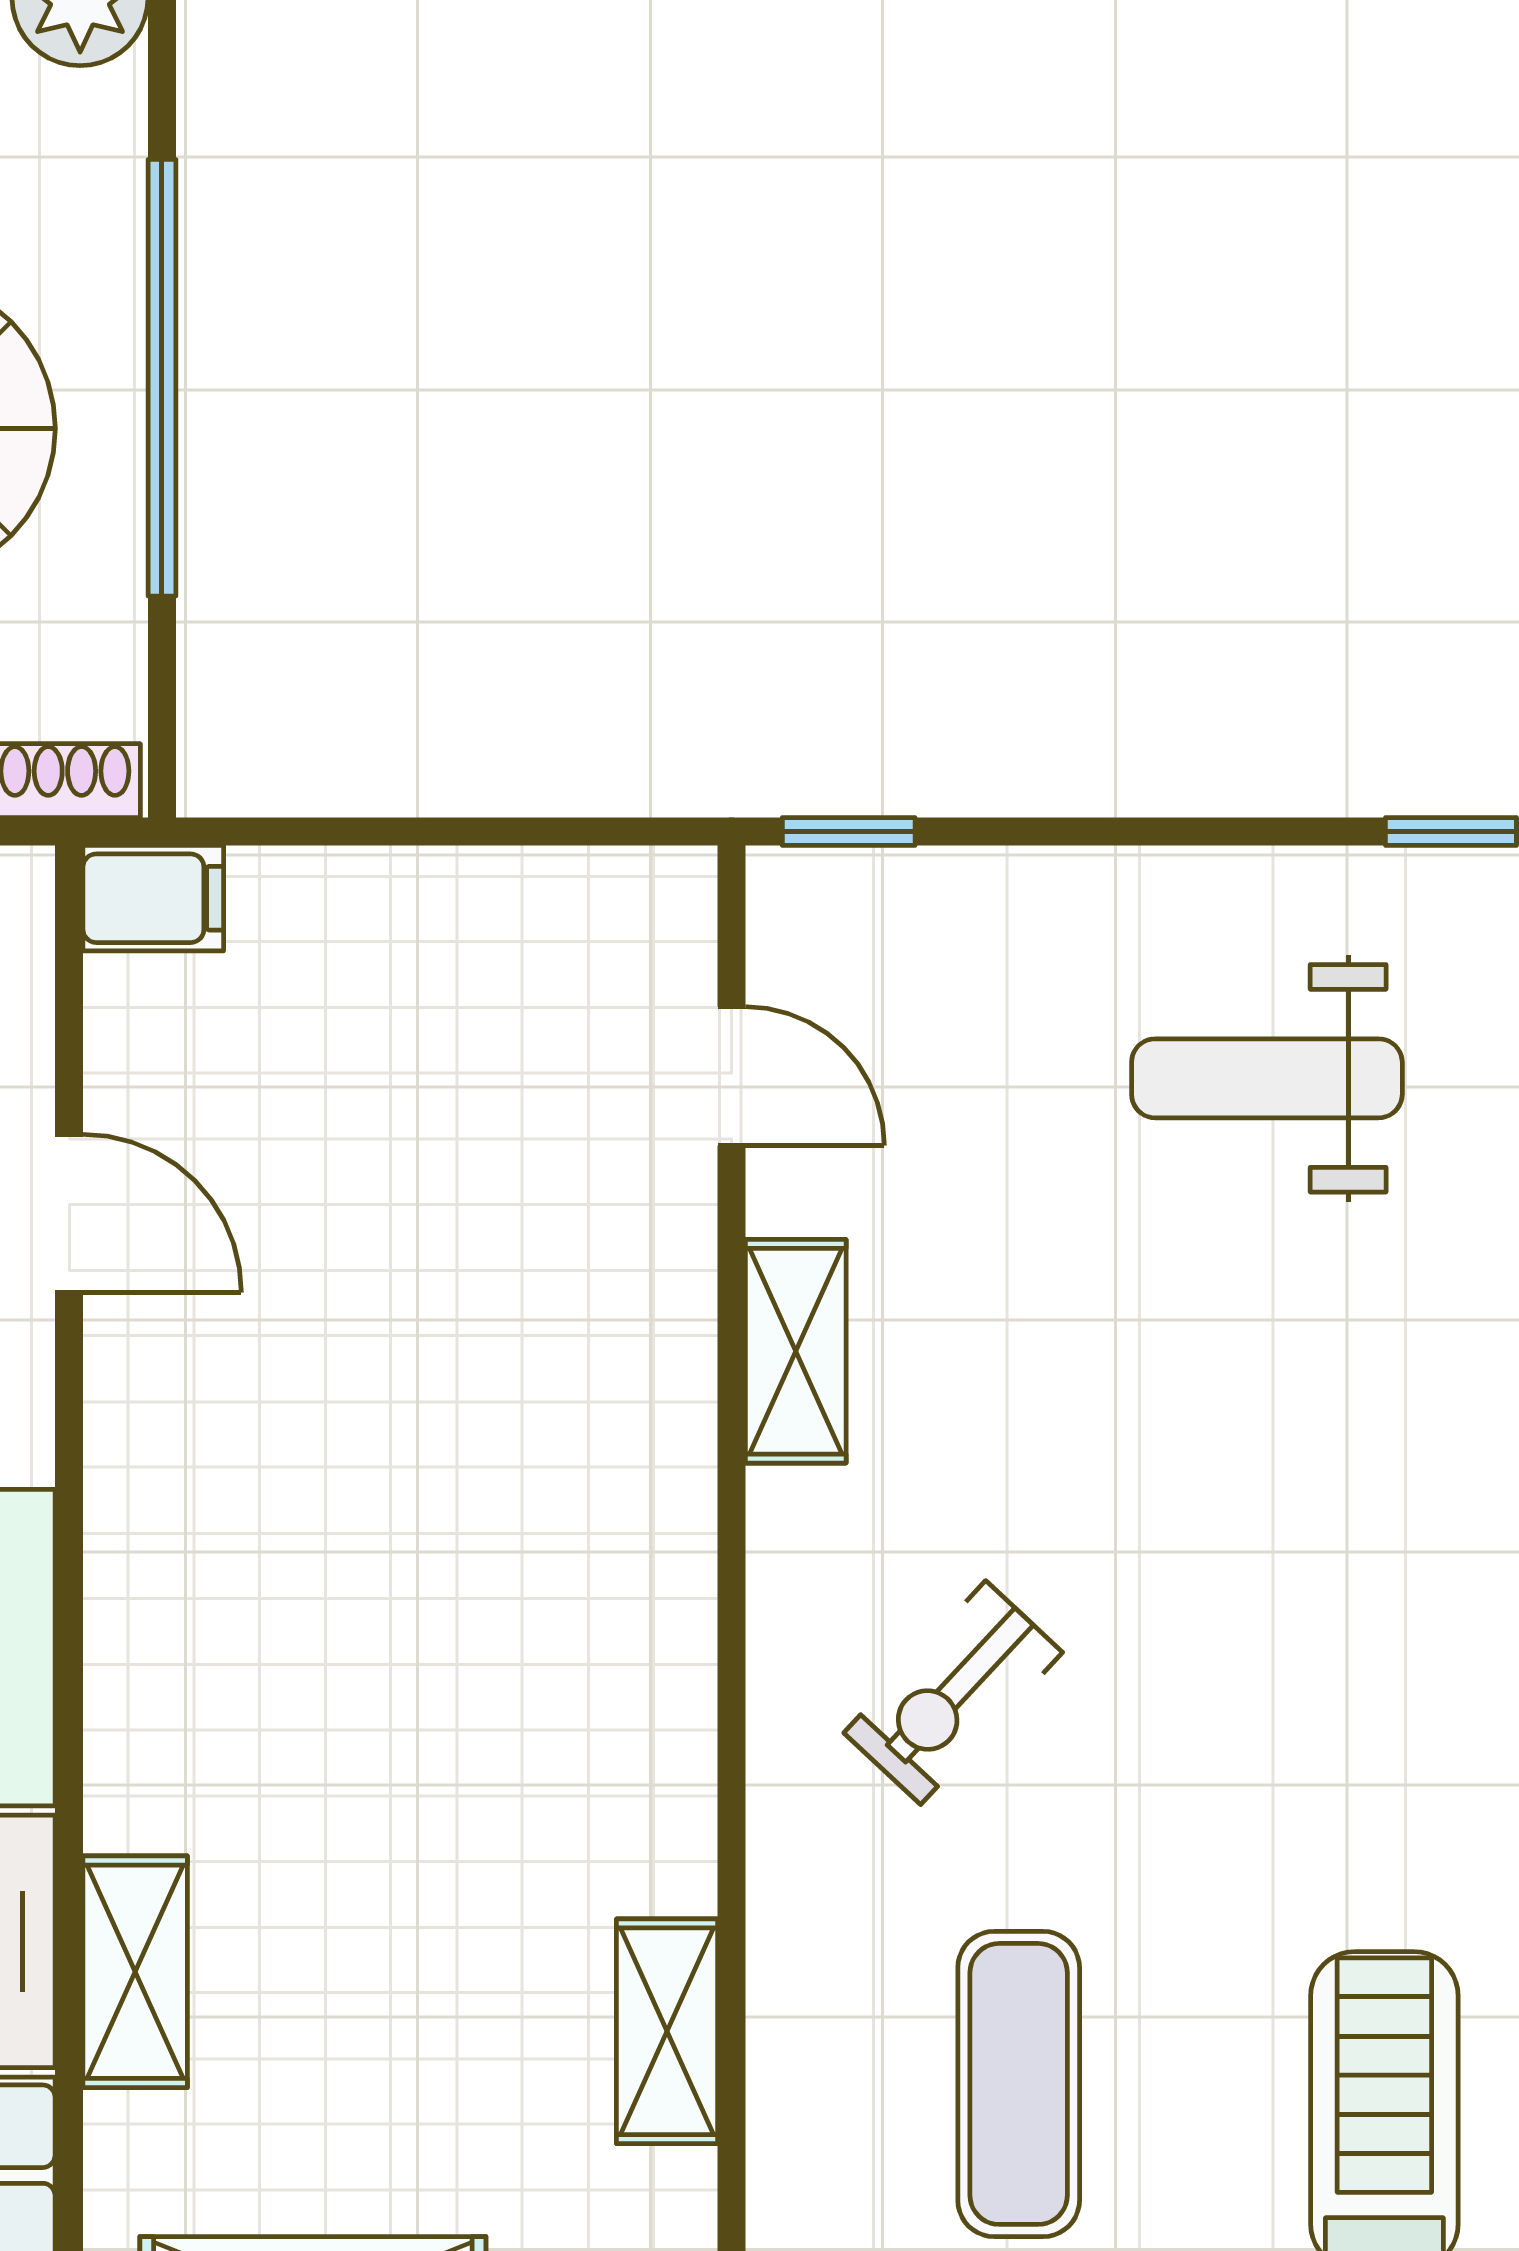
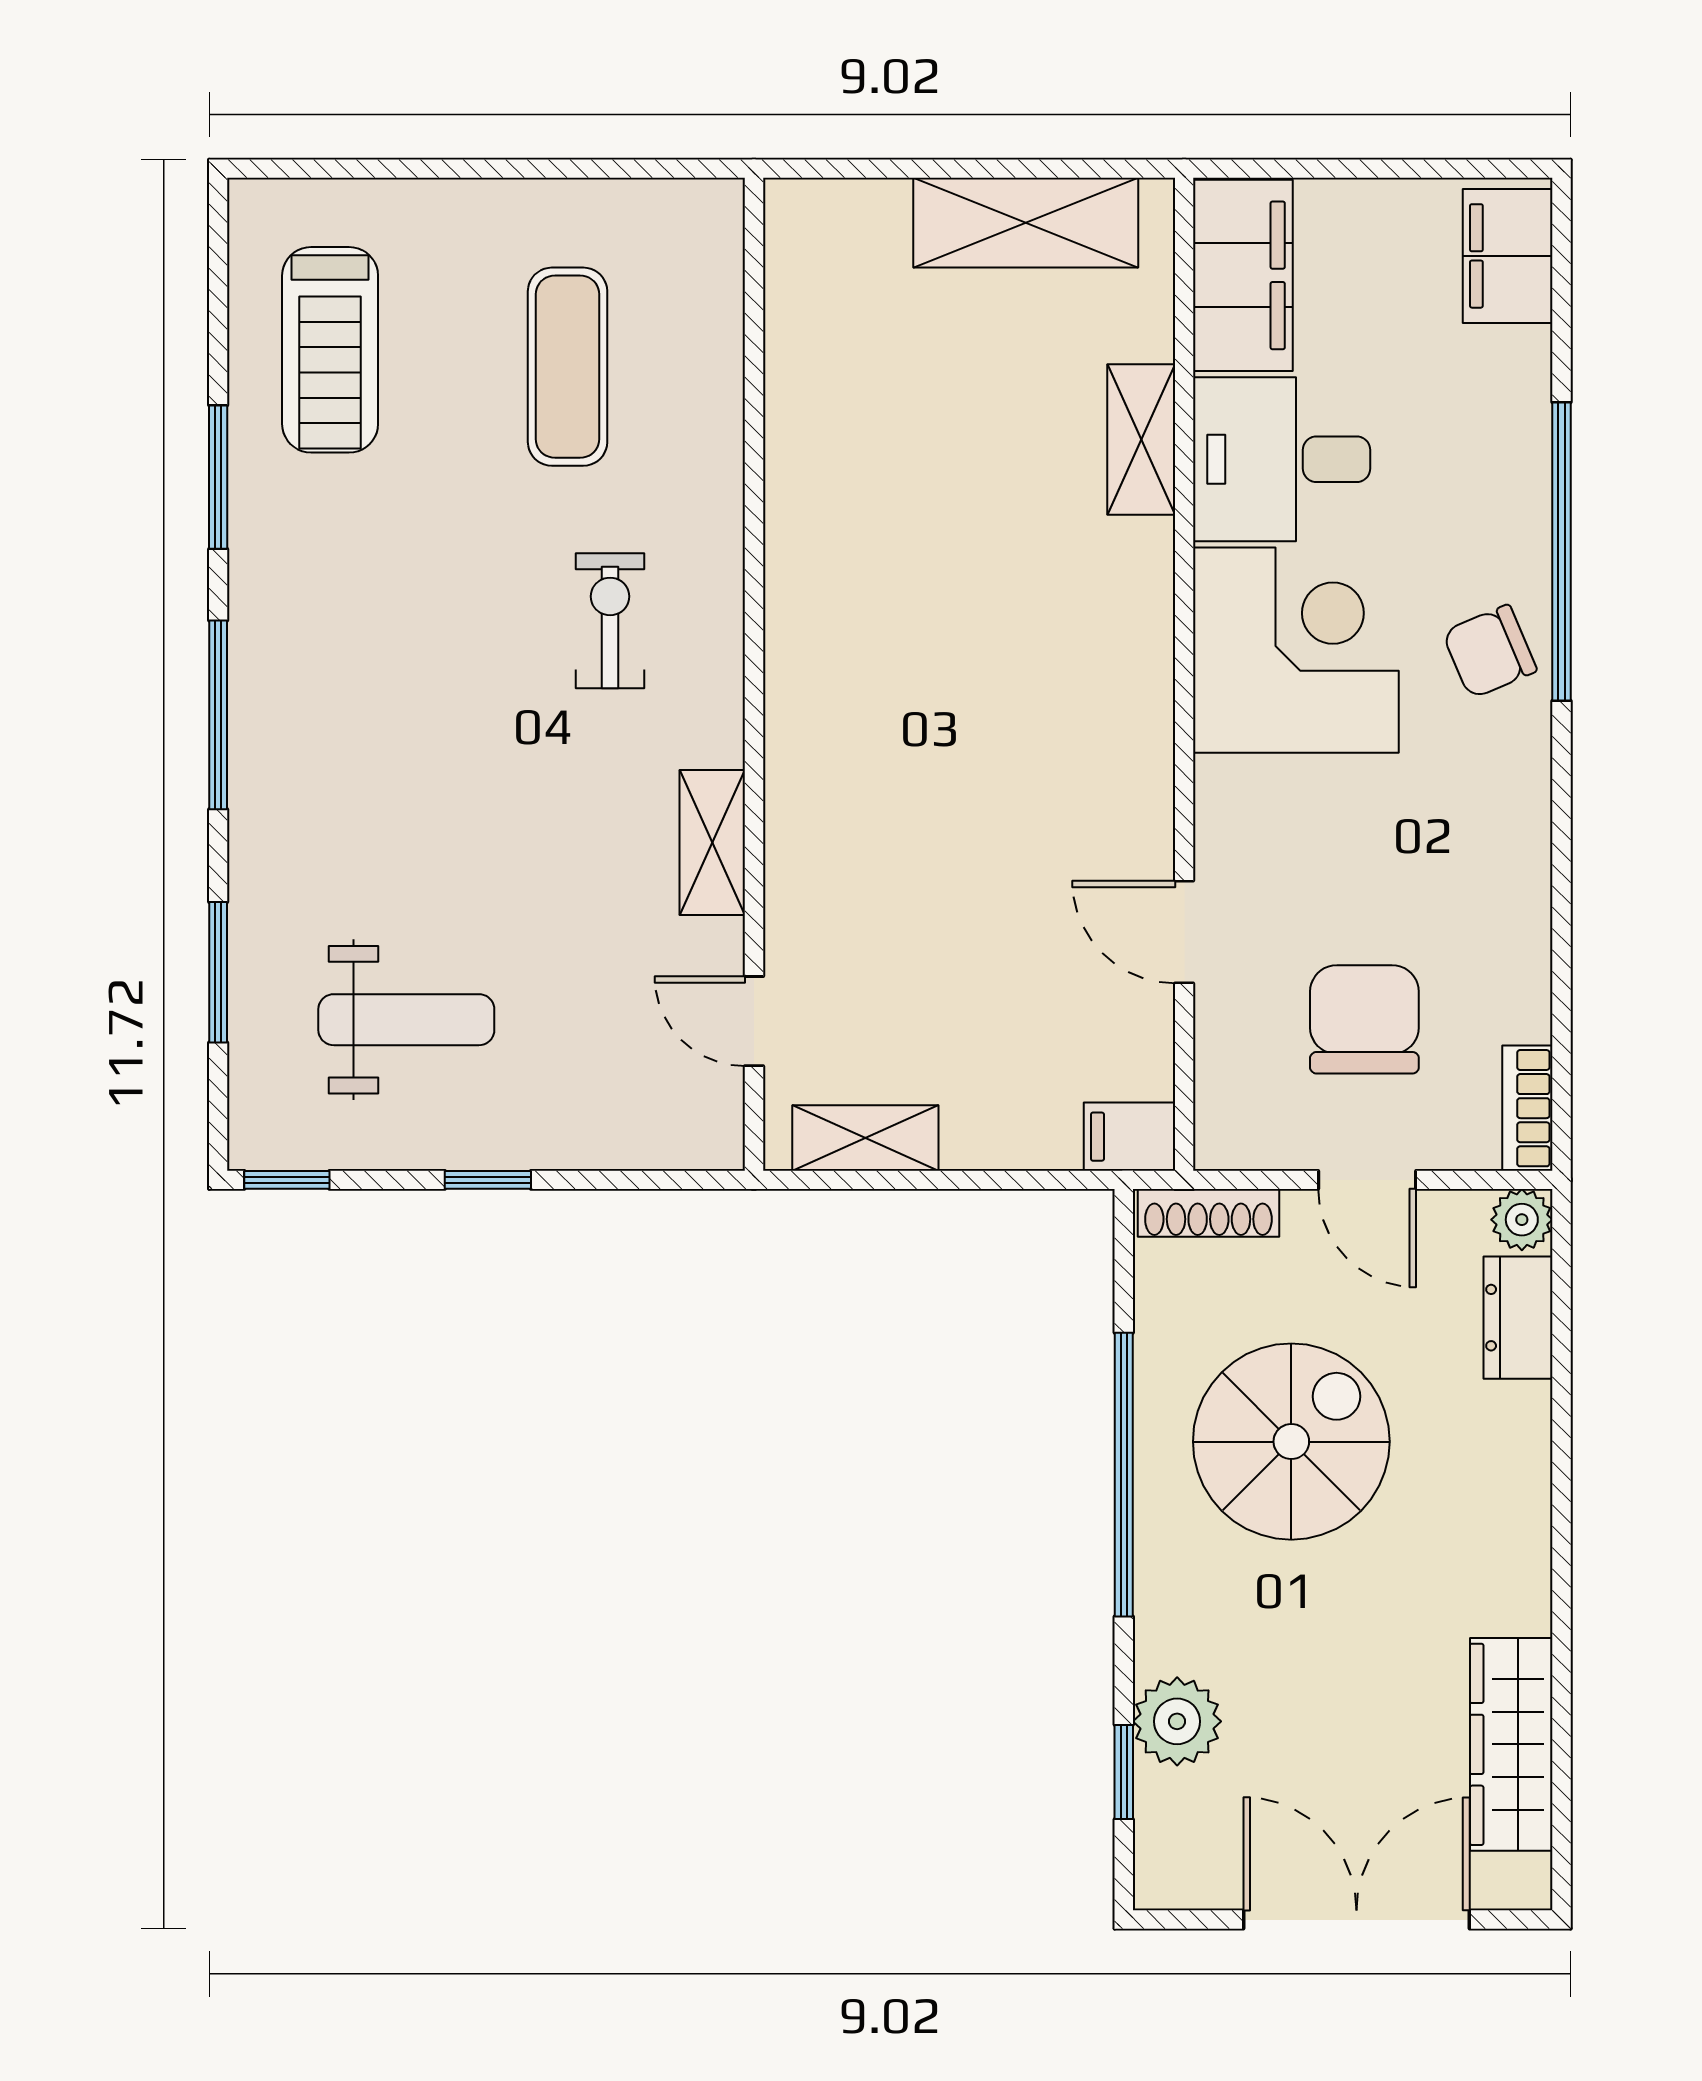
window: (849, 832) -> (488, 1180), moved
exercise bike: (953, 1693) -> (610, 621), turned -43
shelving: (667, 2031) -> (865, 1138), moved, turned 90

